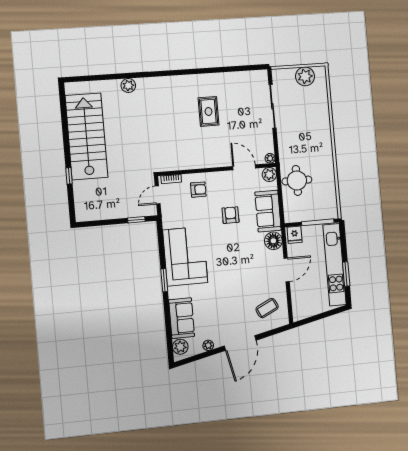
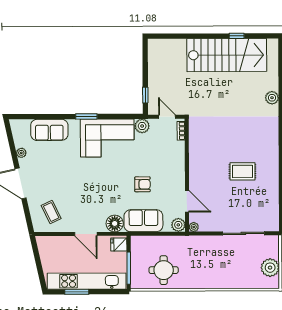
door: (244, 167) -> (187, 201), hinge flipped
window: (69, 176) -> (237, 36), moved
round table: (297, 180) -> (164, 270), moved
armchair: (198, 190) -> (169, 156), removed
plant: (180, 347) -> (142, 126), moved

